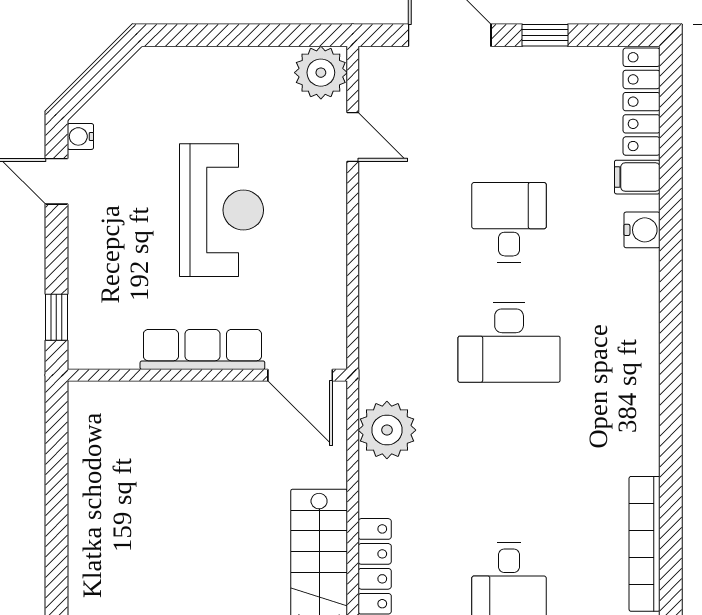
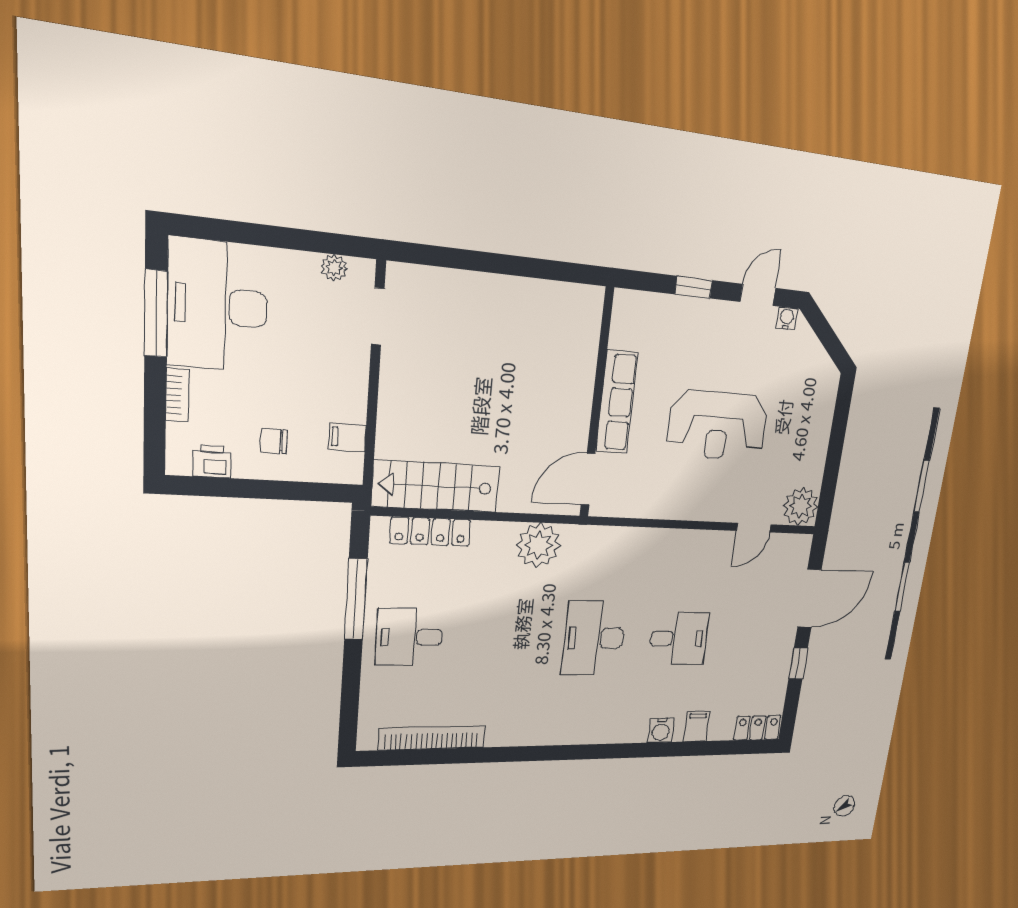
locker: (641, 102) -> (757, 728), width x0.66
window: (56, 317) -> (693, 287), moved

